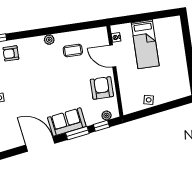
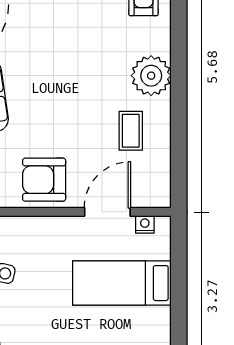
plant: (49, 40) -> (151, 76), width x1.87, depth x1.87
armchair: (102, 88) -> (44, 180), turned 180

